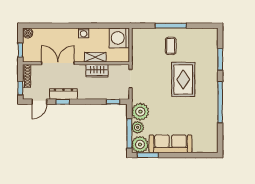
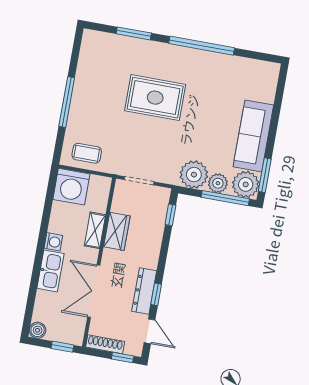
kitchen sink: (65, 34) -> (50, 271), added
coffee table: (171, 46) -> (87, 153), moved

